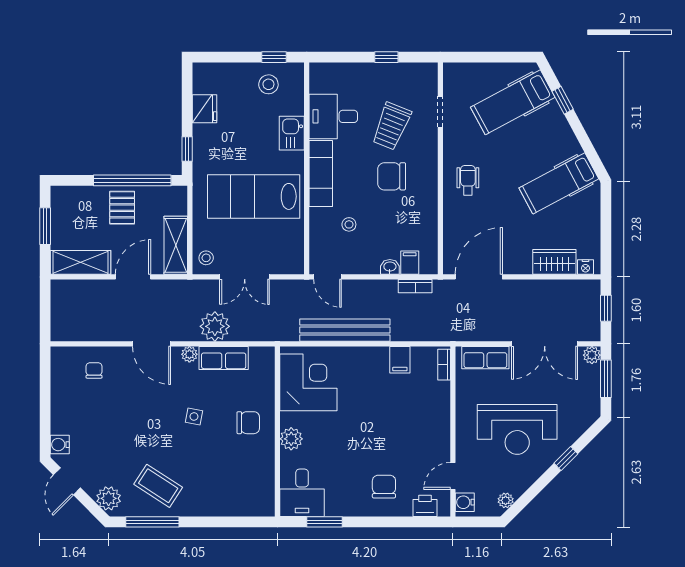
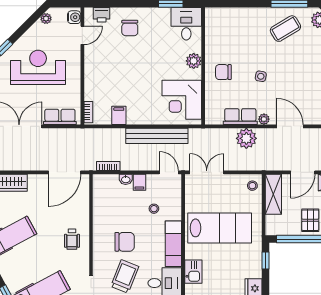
filing cabinet: (410, 263) -> (139, 182), moved
double door: (245, 277) -> (207, 172), moved
coffee table: (158, 486) -> (285, 29), turned -64

